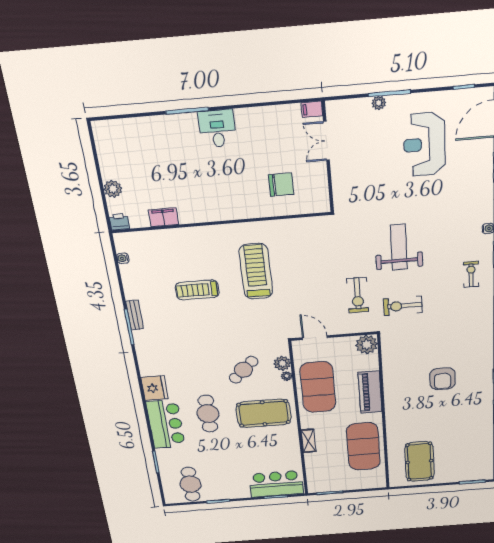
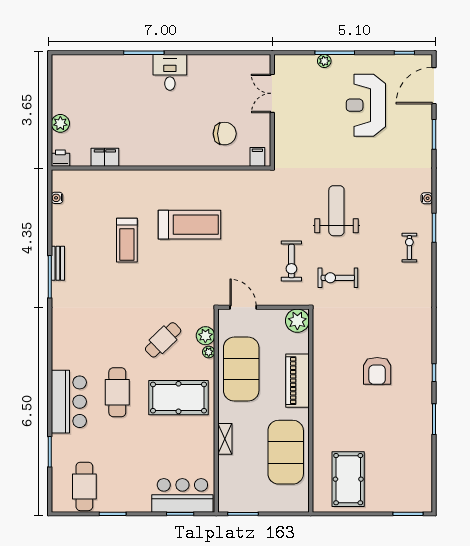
filing cabinet: (312, 109) -> (257, 157), moved, turned 90
treadmill: (256, 271) -> (190, 225), turned 90
treadmill: (197, 290) -> (127, 240), turned -90
fridge: (154, 388) -> (64, 354), removed

